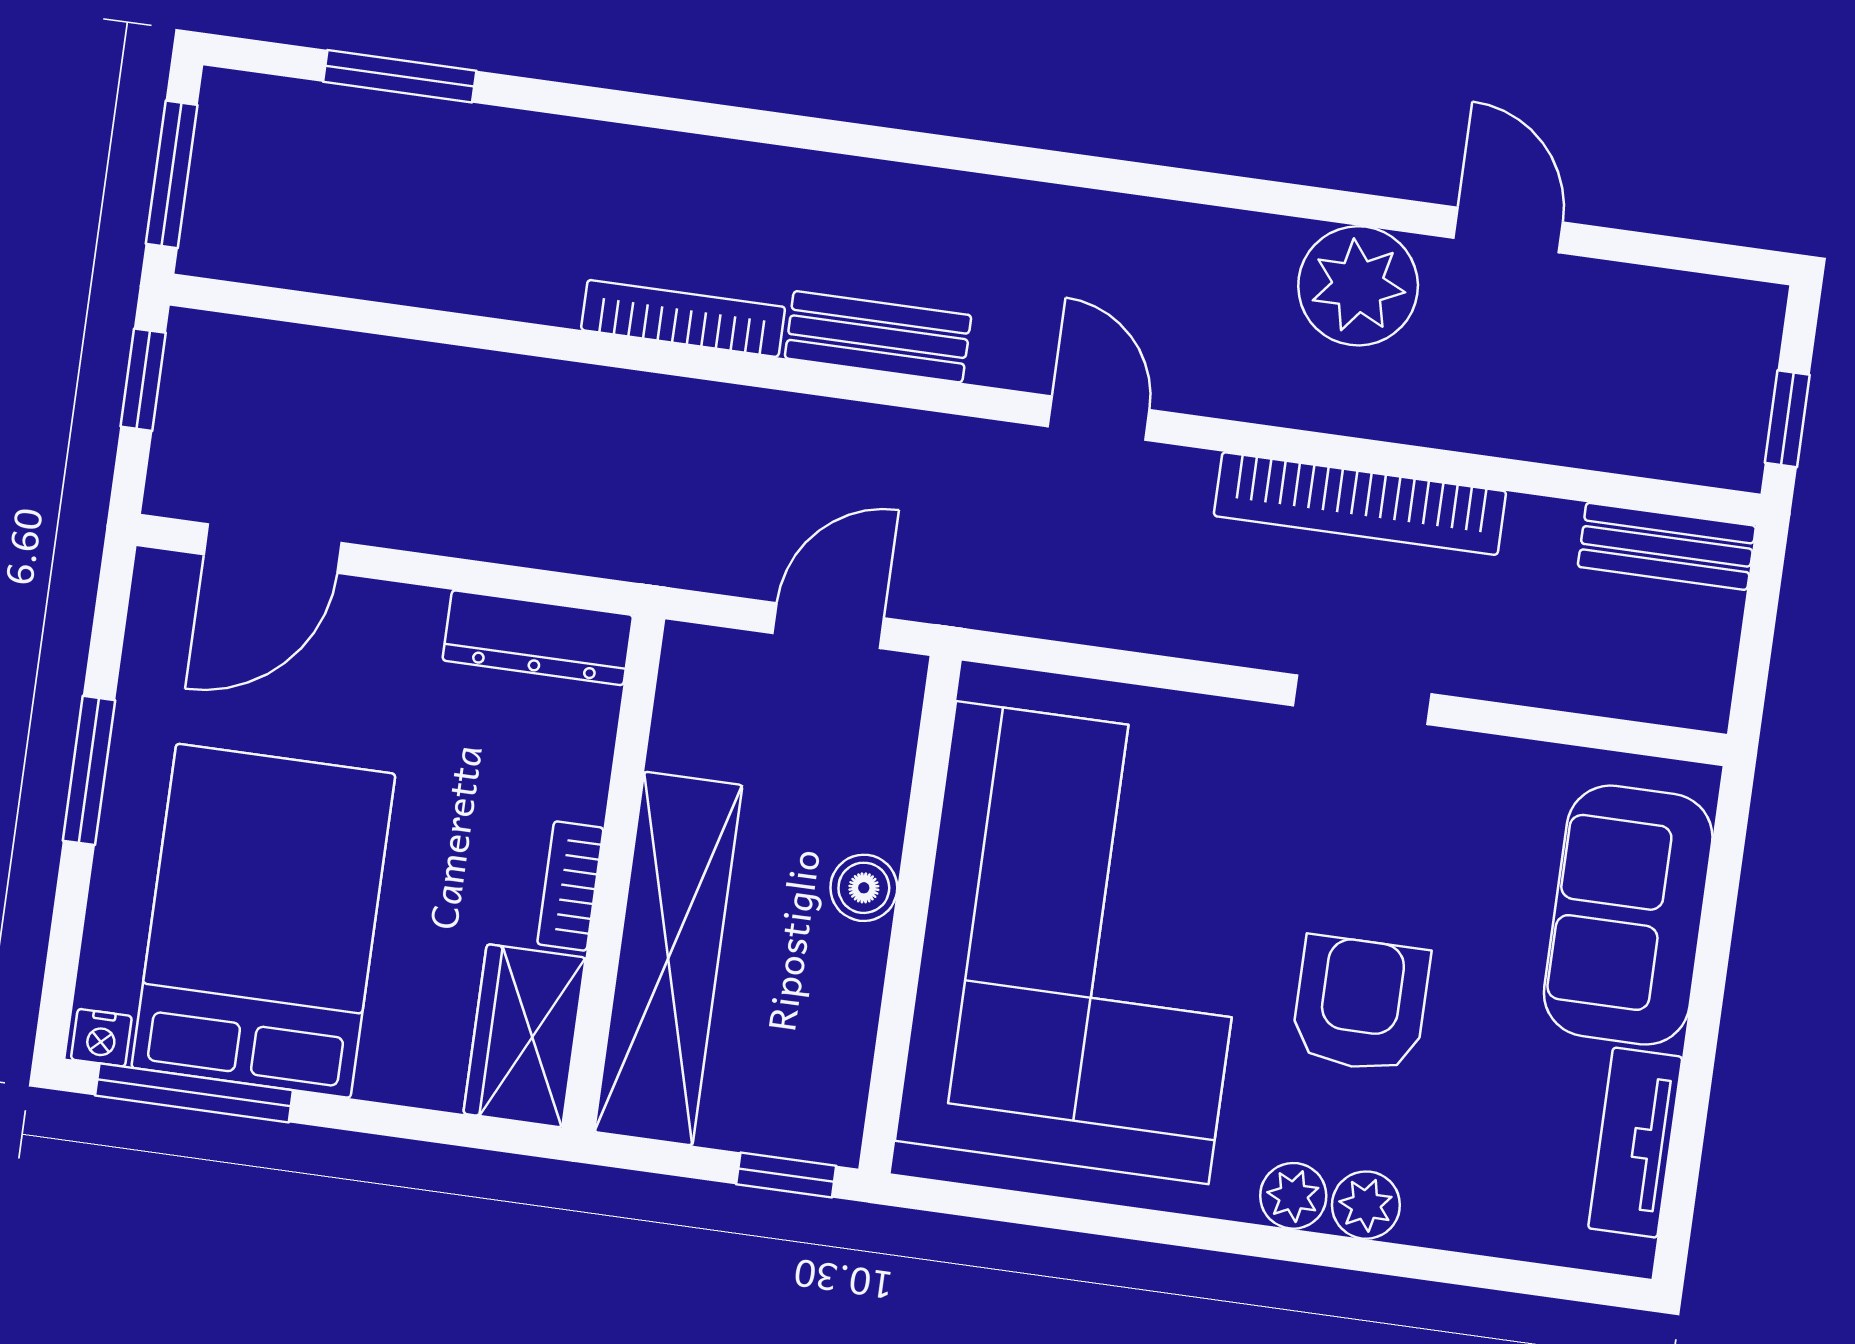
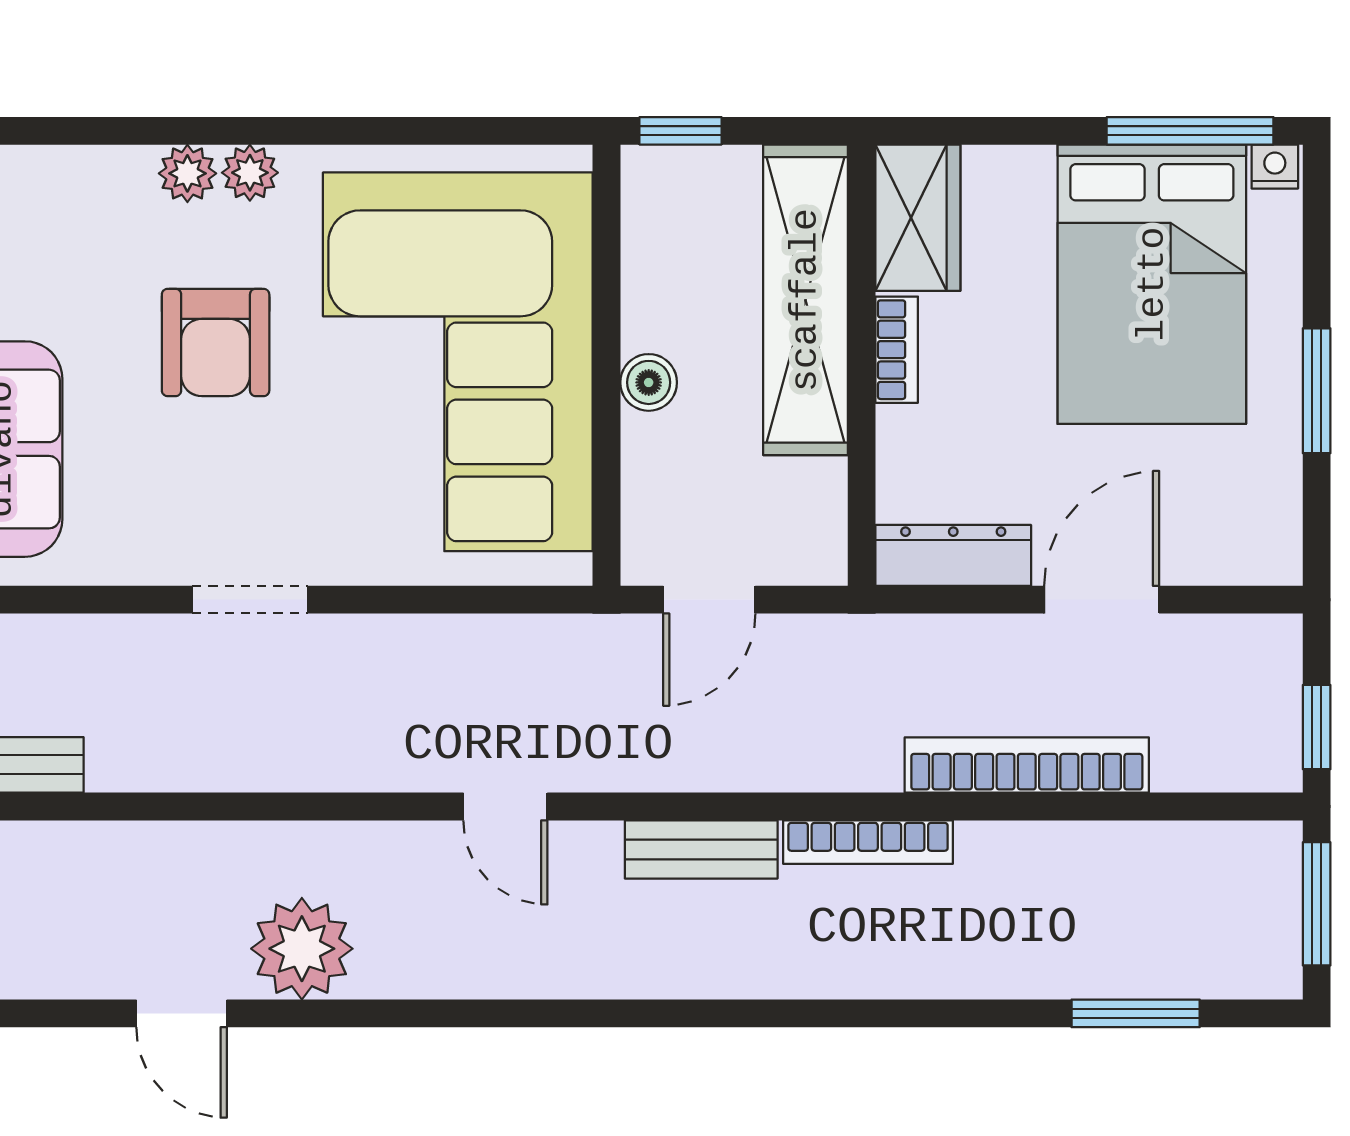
bookcase: (1360, 504) -> (1027, 765), moved
door: (273, 549) -> (1102, 600), moved

